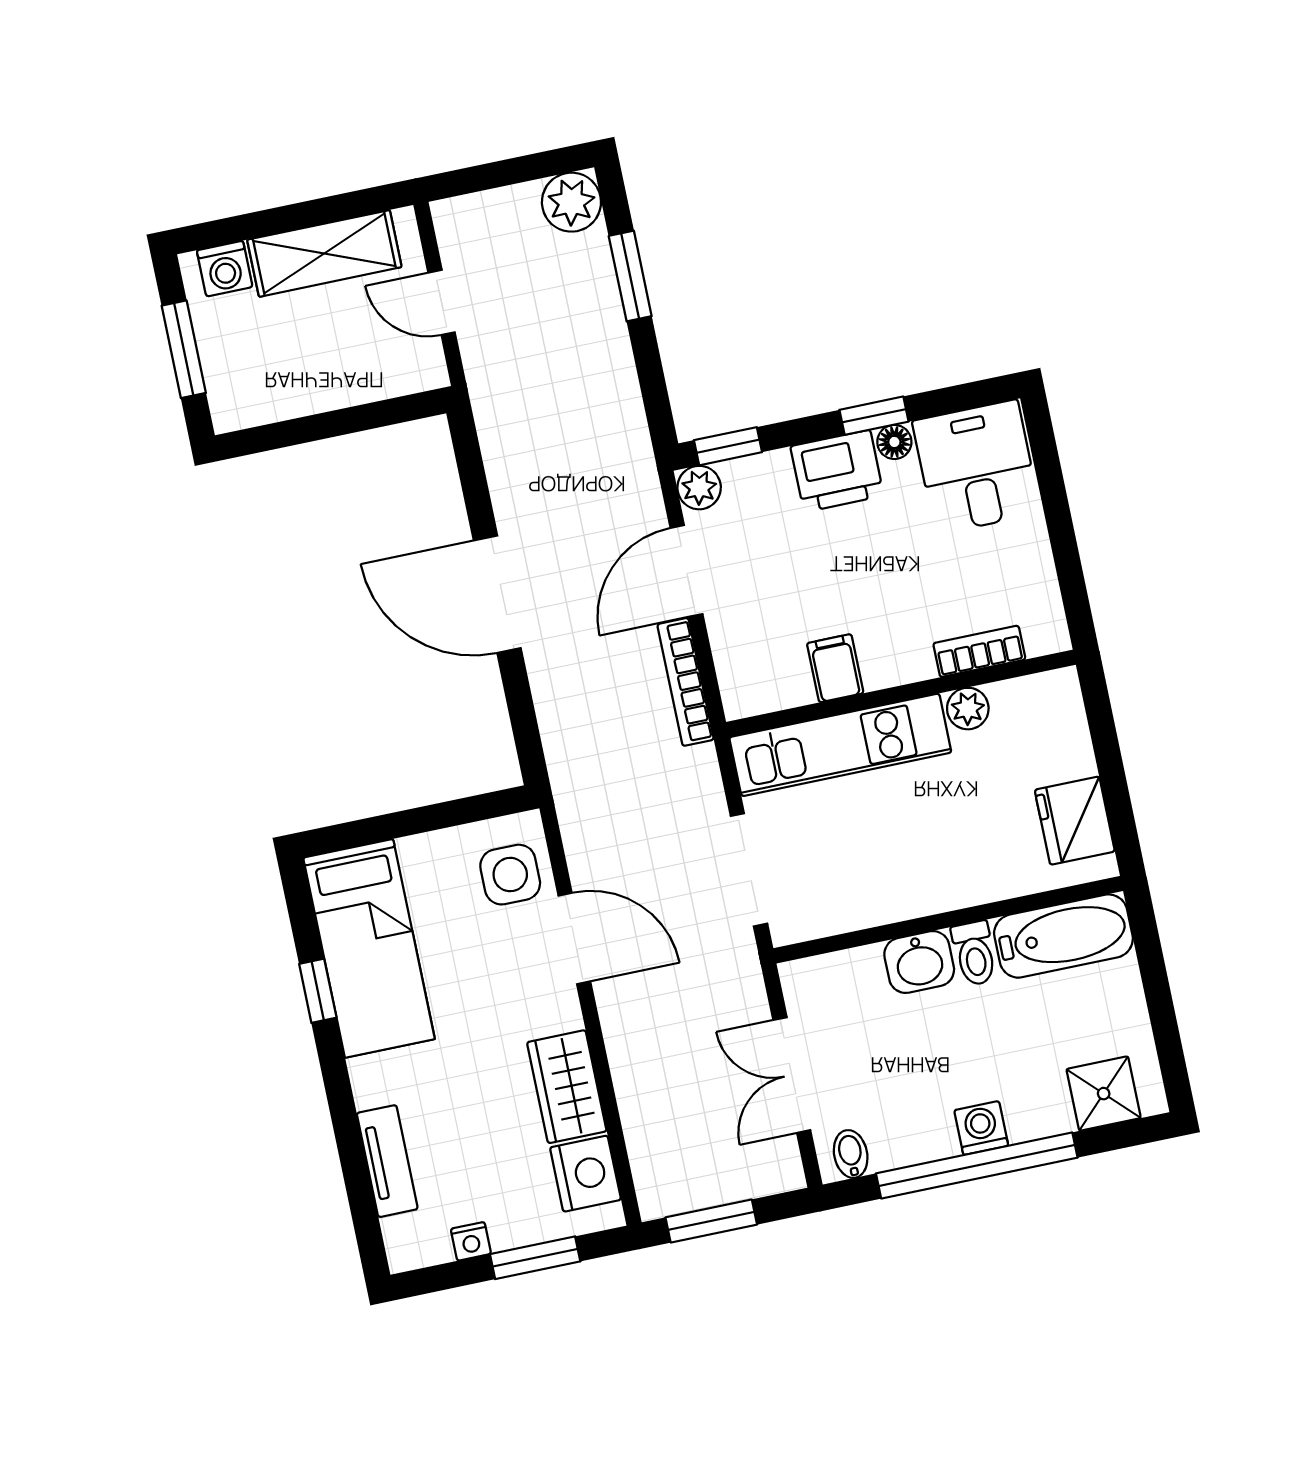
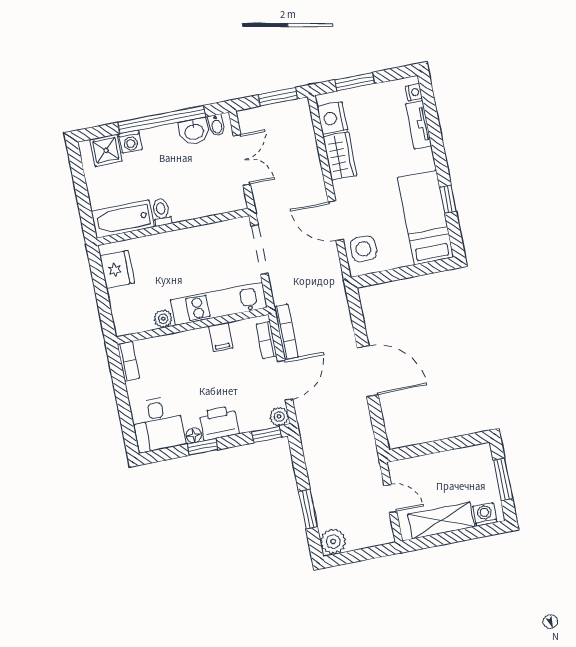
bookcase: (979, 651) -> (128, 361), moved, turned -90
bookcase: (730, 662) -> (267, 340), added
washbasin: (919, 962) -> (194, 131), moved, turned 180
washing machine: (981, 1128) -> (130, 142), moved
nightstand: (471, 1241) -> (414, 92), moved, turned 90

